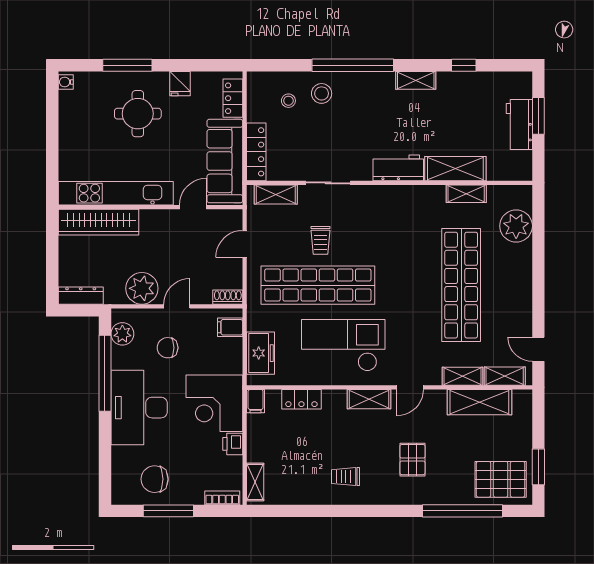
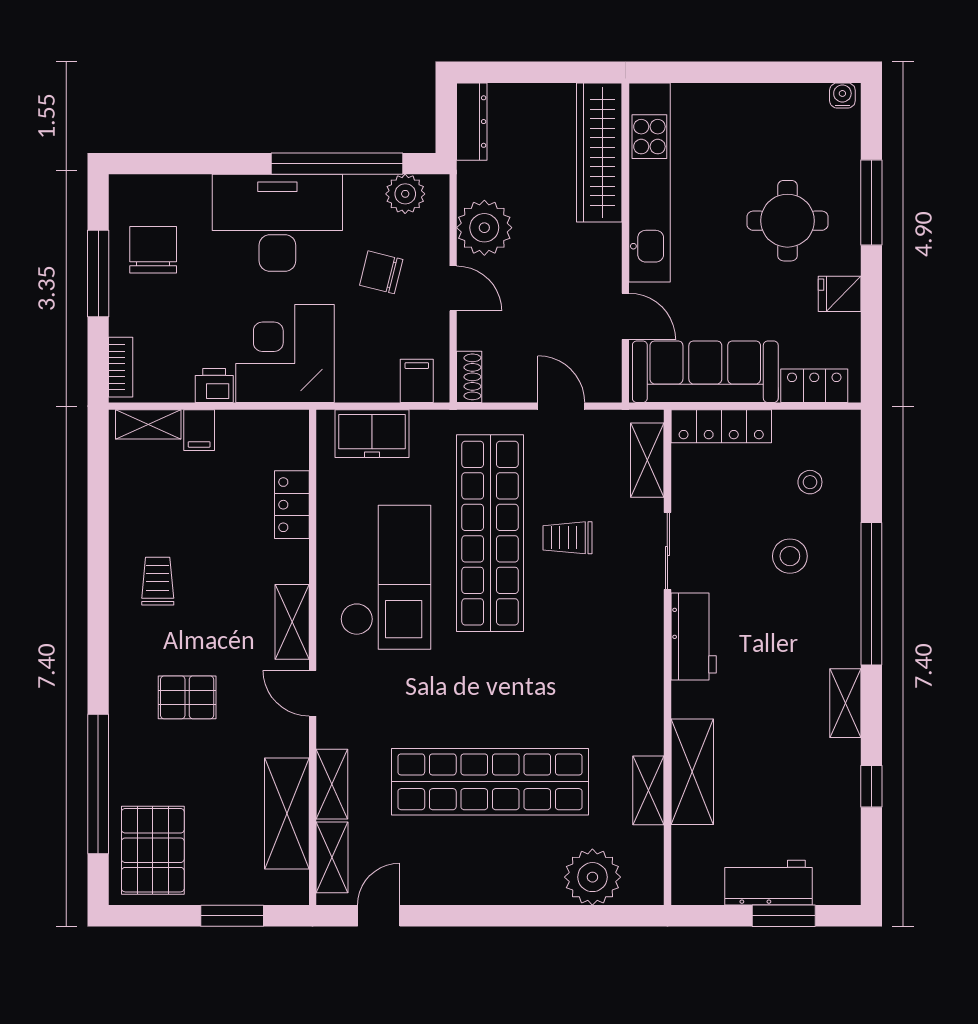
stool: (322, 93) -> (790, 556), moved
workbench: (398, 168) -> (694, 636), moved
chair: (168, 348) -> (381, 272), turned -76
filing cabinet: (256, 401) -> (199, 430), moved, turned -90
window: (538, 467) -> (232, 916), moved

